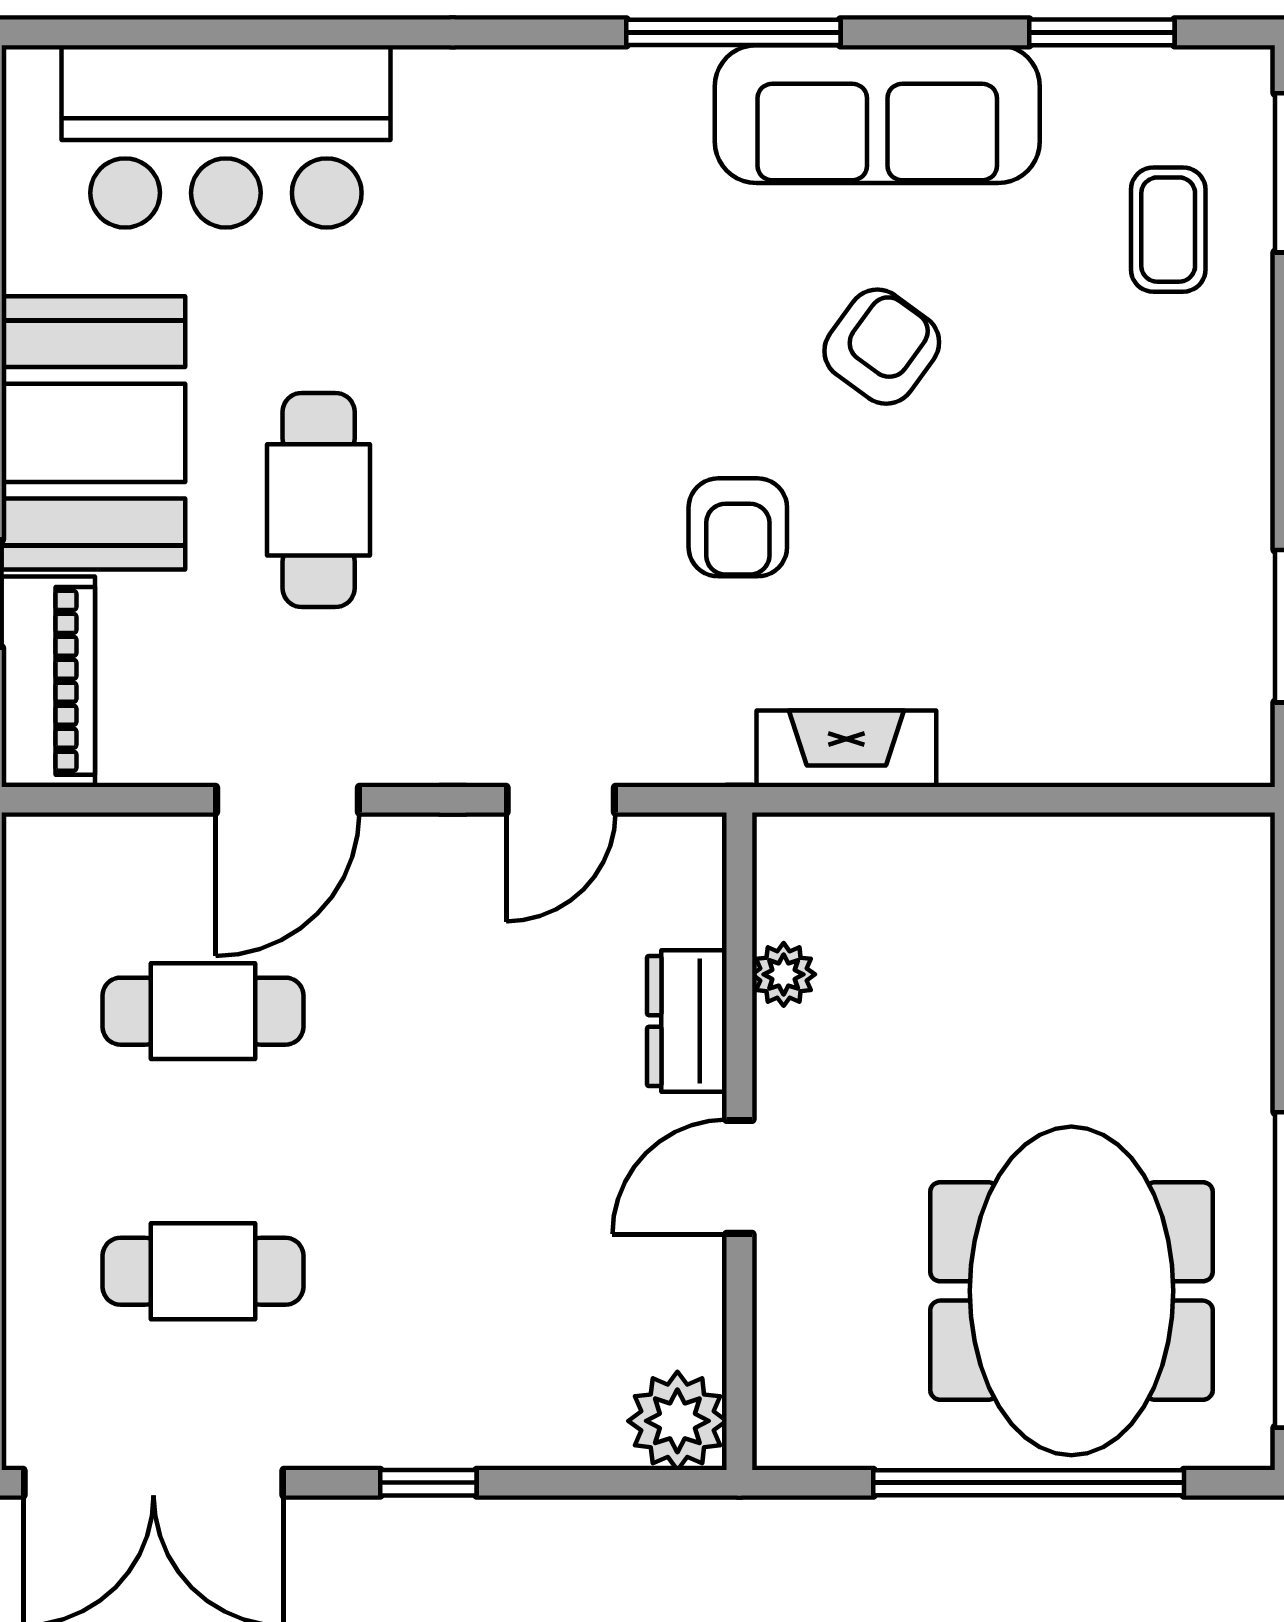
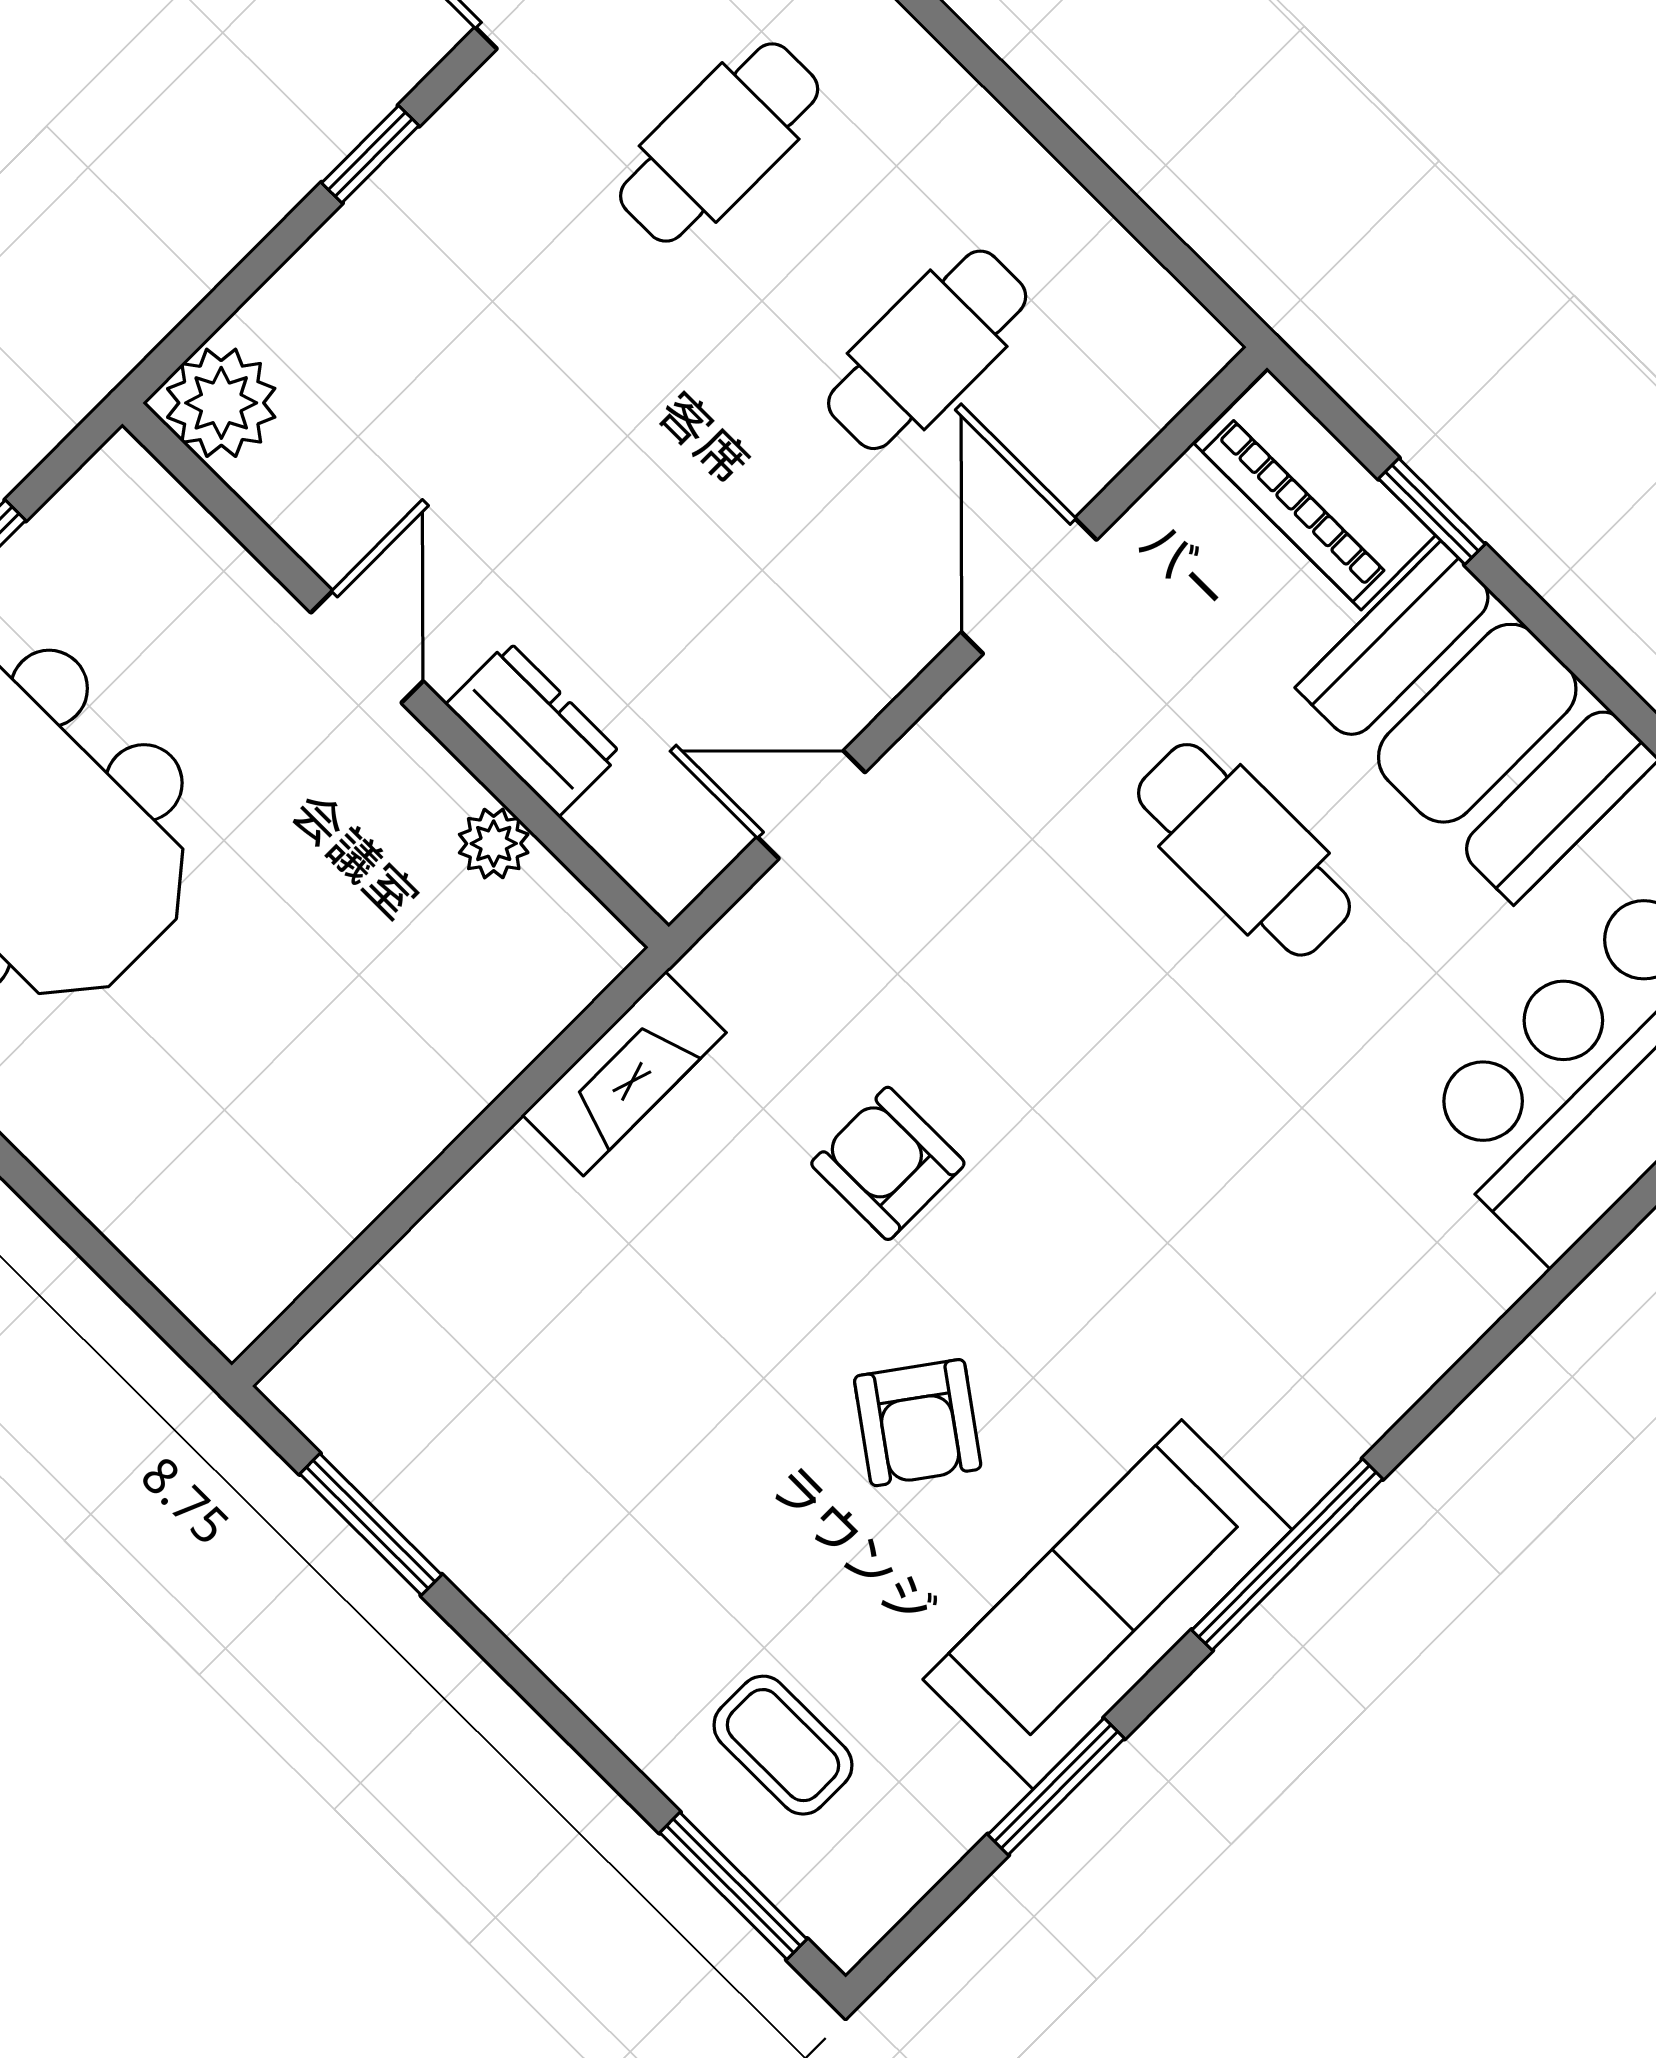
window: (1102, 32) -> (1056, 1786), moved
door: (561, 800) -> (811, 805), hinge flipped

